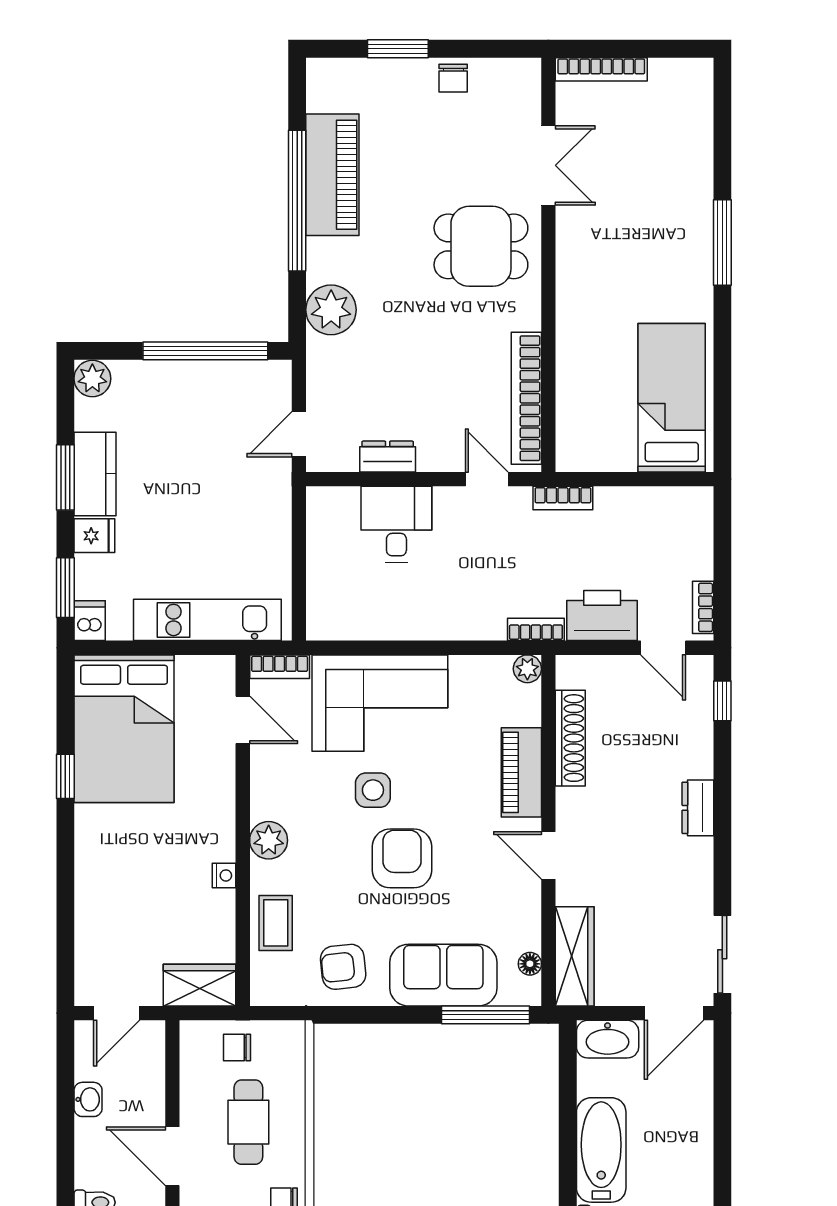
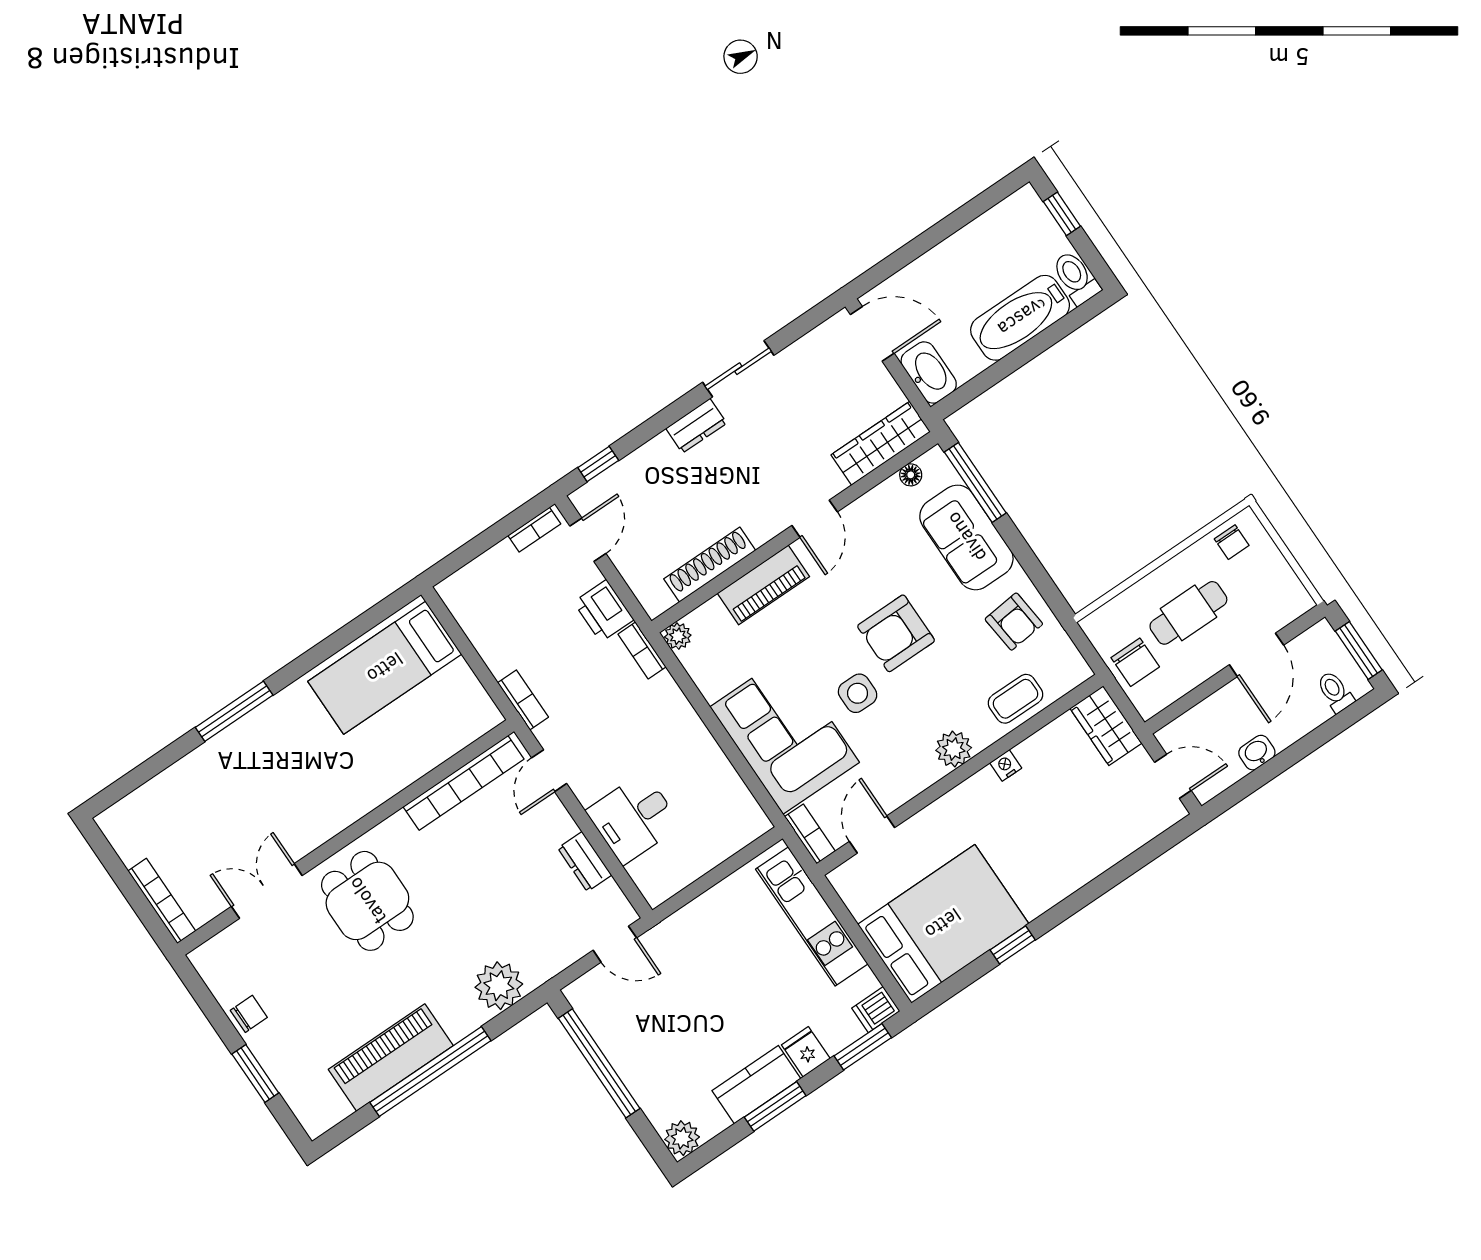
printer: (602, 616) -> (604, 611), width x0.73, depth x0.84
sliding door: (722, 954) -> (738, 369), moved
chair: (237, 1047) -> (1135, 662), width x1.37, depth x1.37

